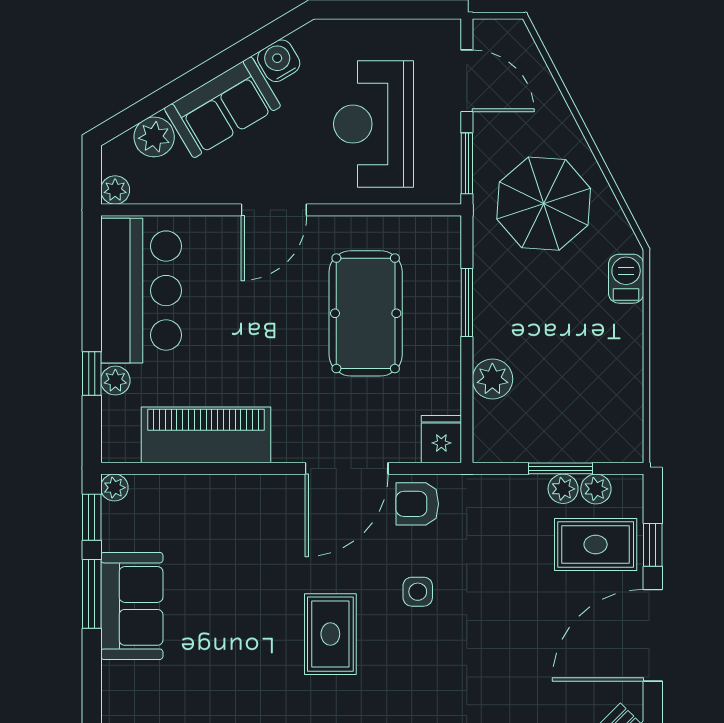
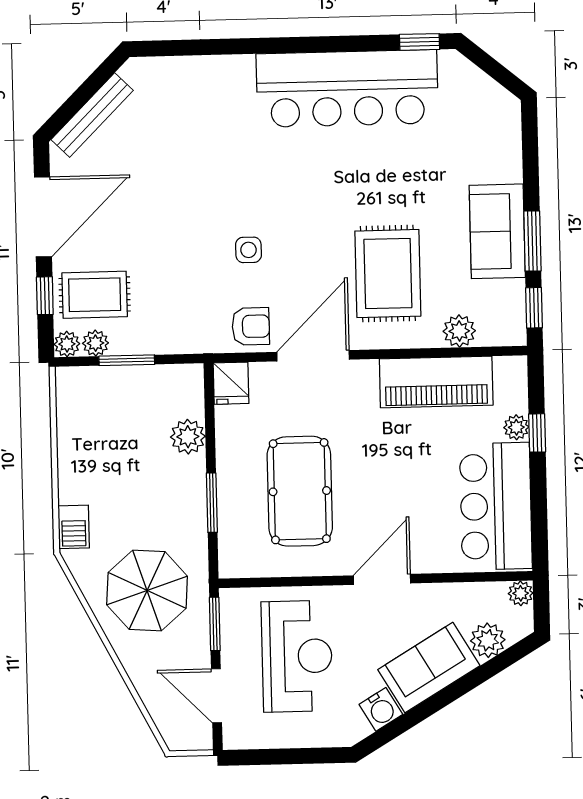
plant: (114, 488) -> (459, 331), moved, width x1.38, depth x1.38
plant: (563, 489) -> (67, 344), moved
rug: (330, 634) -> (388, 274), moved, width x1.36, depth x1.43

